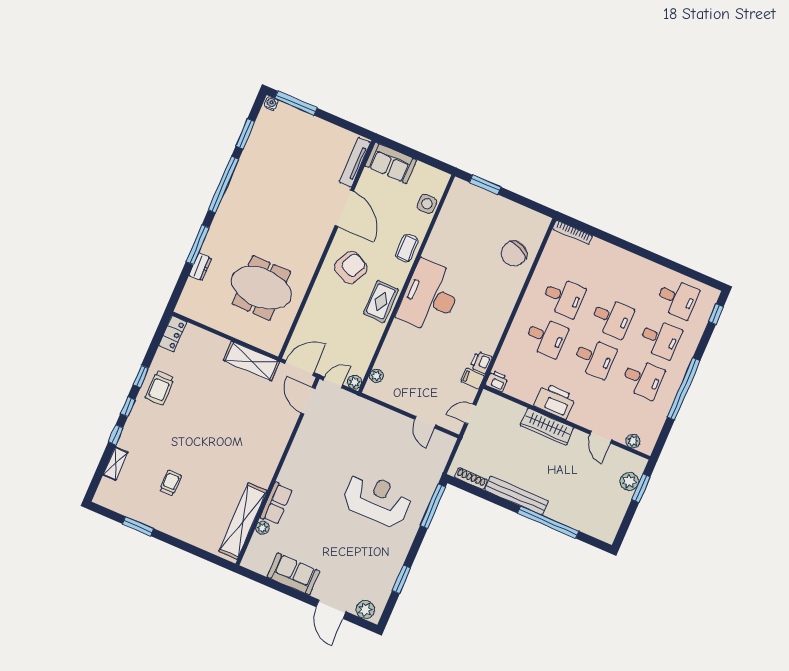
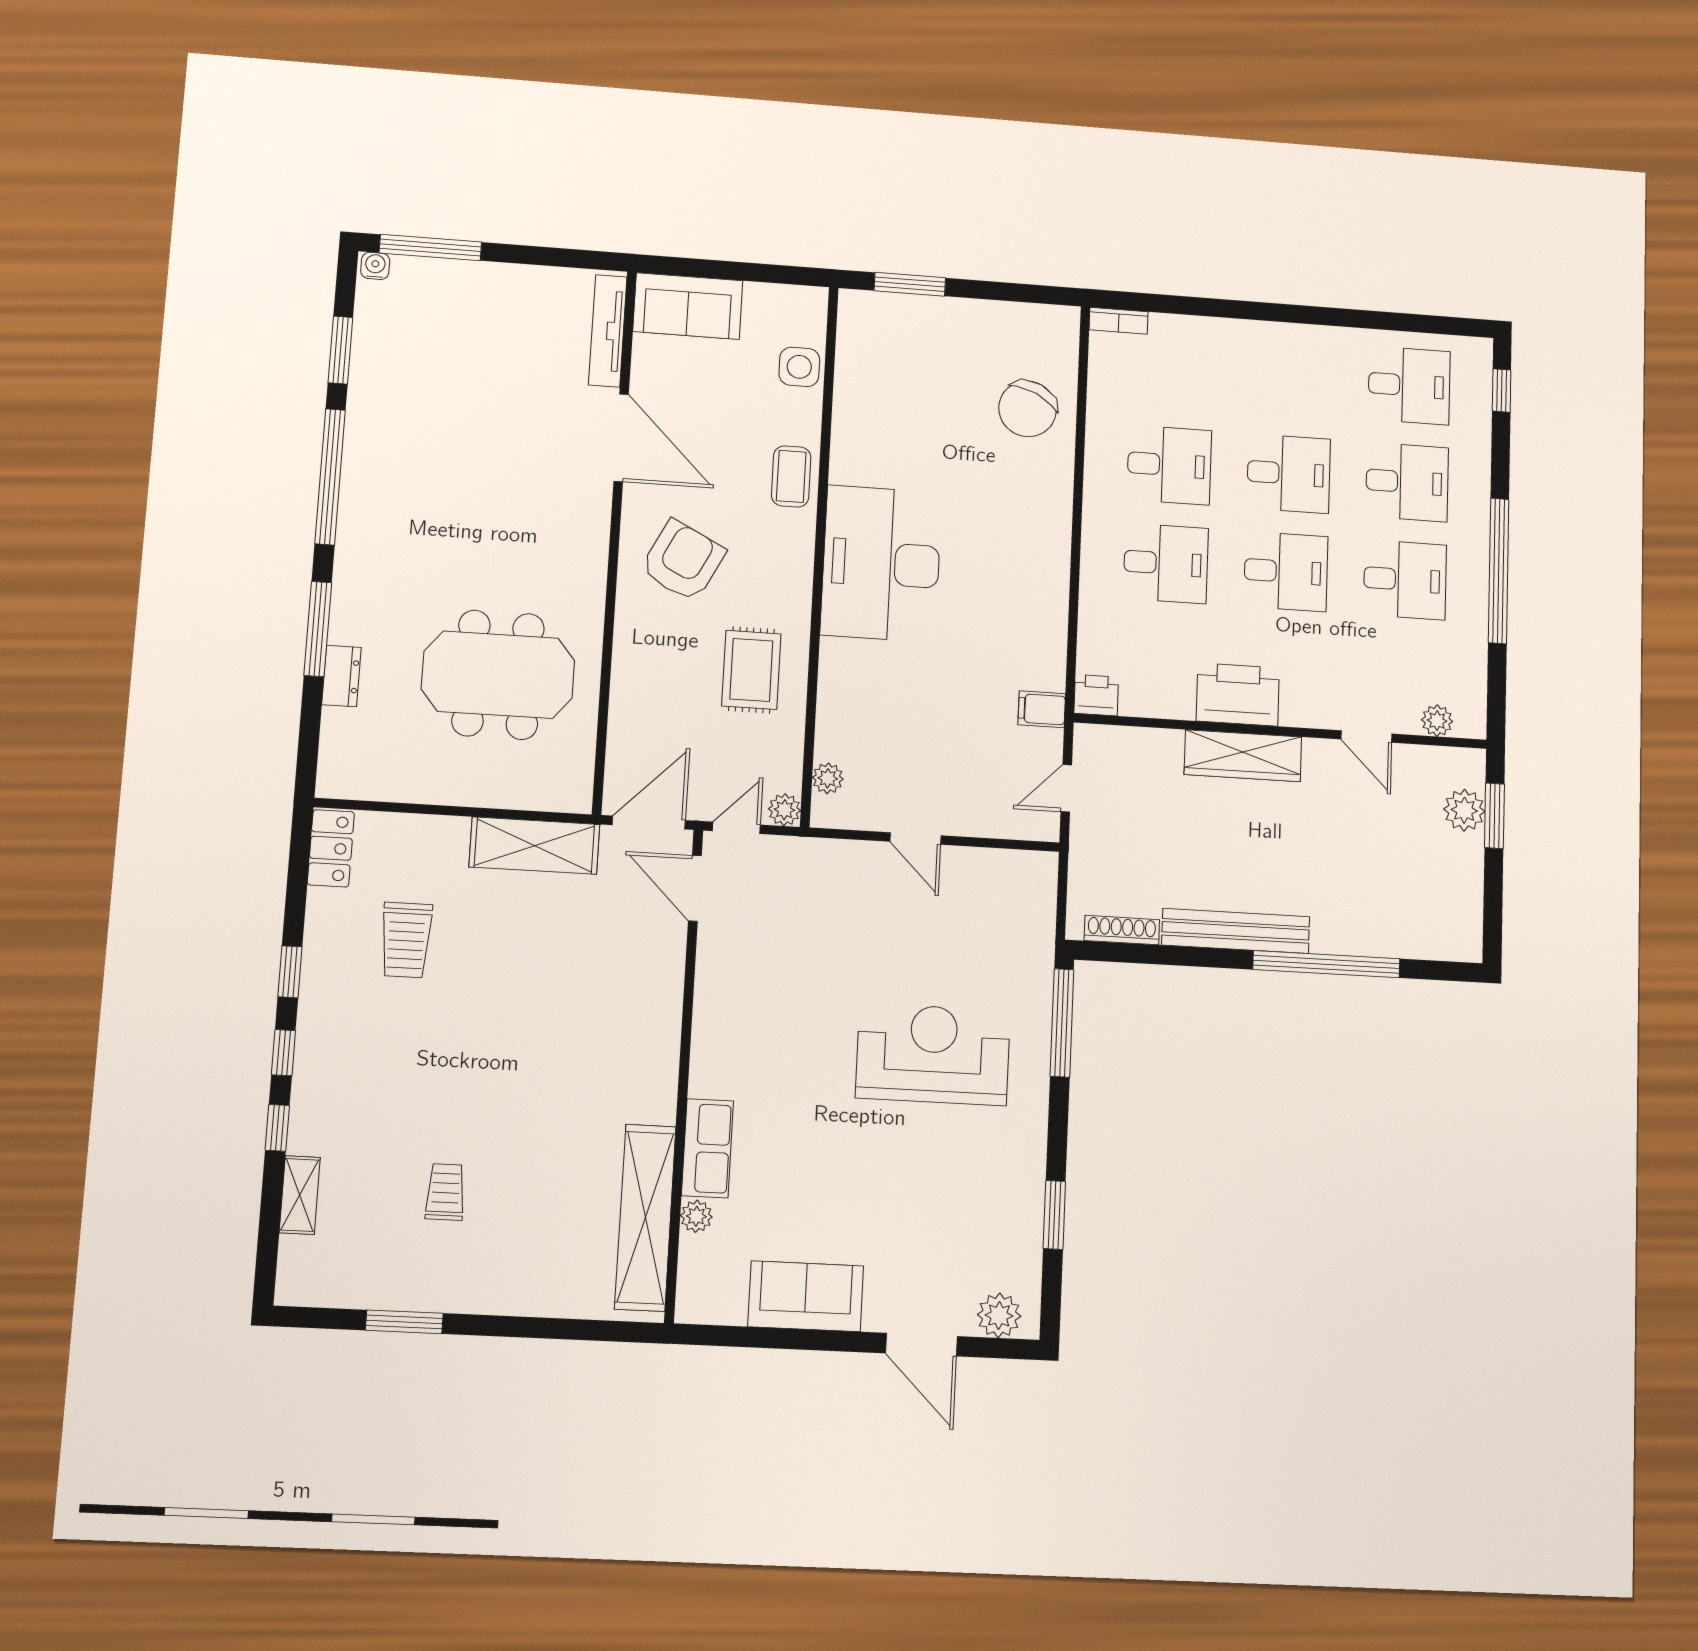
bookcase: (572, 232) -> (1119, 321), width x0.64
rug: (381, 301) -> (751, 670), moved
printer: (481, 362) -> (1046, 667), removed
trolley: (160, 388) -> (406, 940), moved
door: (425, 422) -> (915, 839), moved

